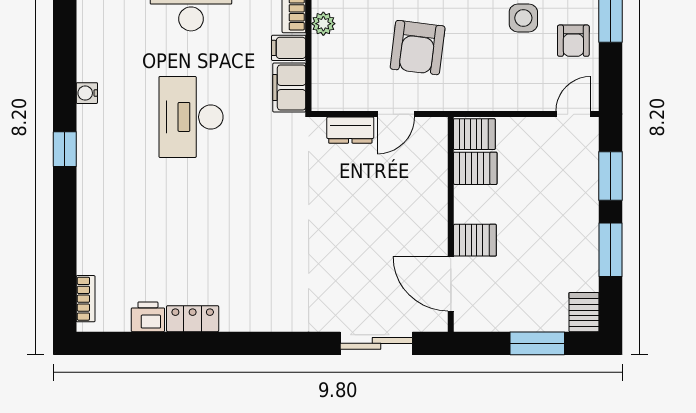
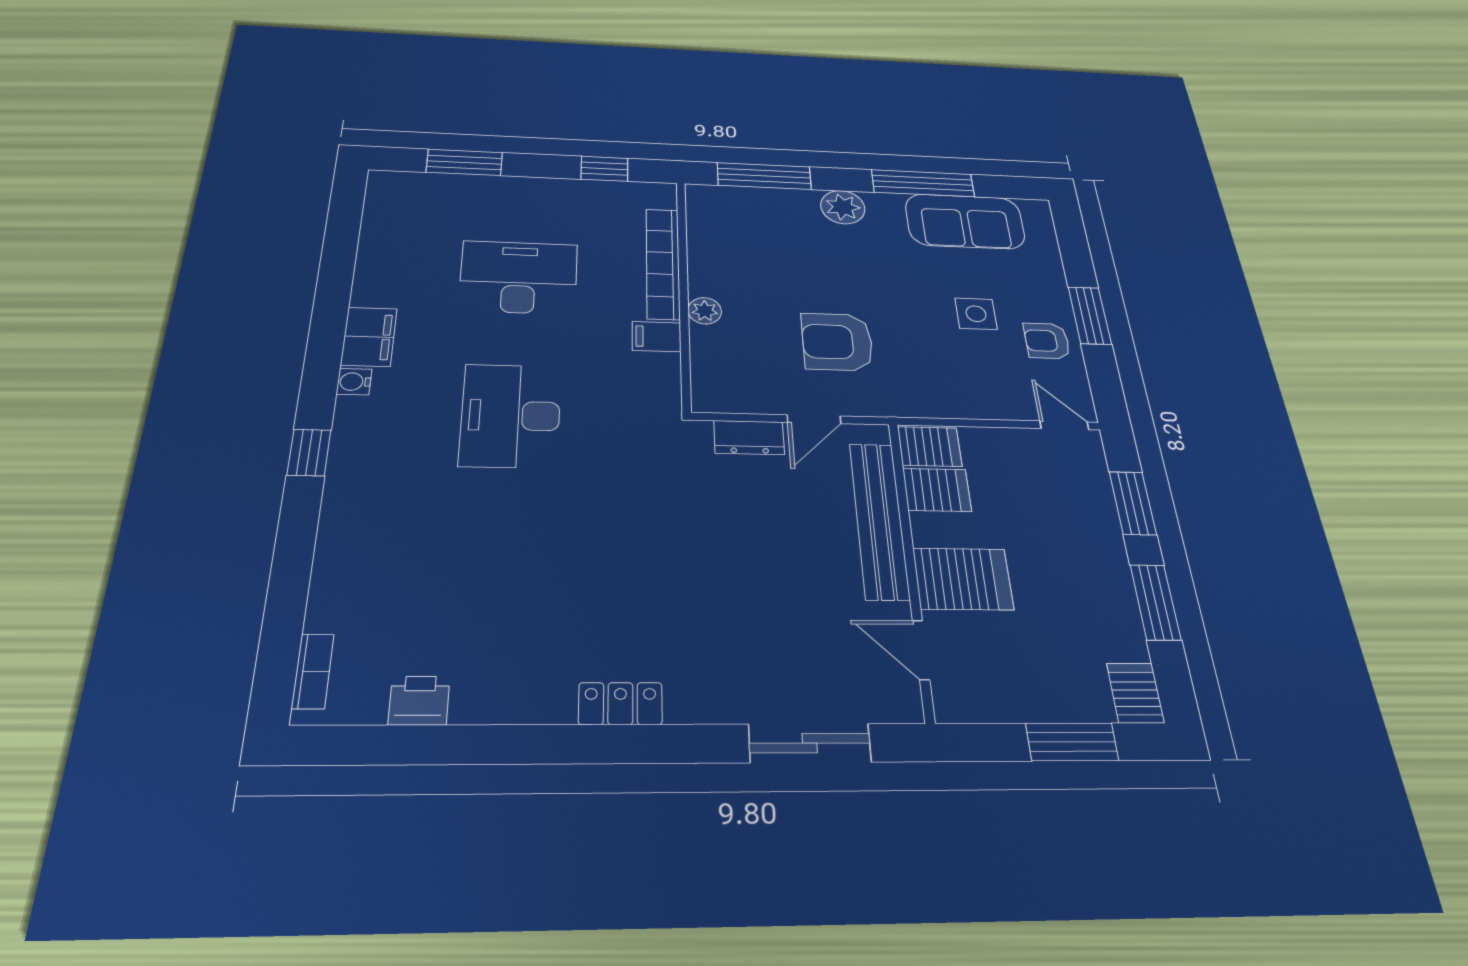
armchair: (573, 41) -> (1047, 341), turned 90
armchair: (418, 48) -> (837, 342), turned 83
filing cabinet: (289, 88) -> (369, 337), moved, turned 180
door: (573, 114) -> (1064, 425), hinge flipped
bench: (433, 192) -> (879, 520), added
server rack: (475, 240) -> (963, 579), width x1.36, depth x1.44
door: (451, 284) -> (921, 650), width x0.73
locker: (193, 319) -> (620, 704), moved

